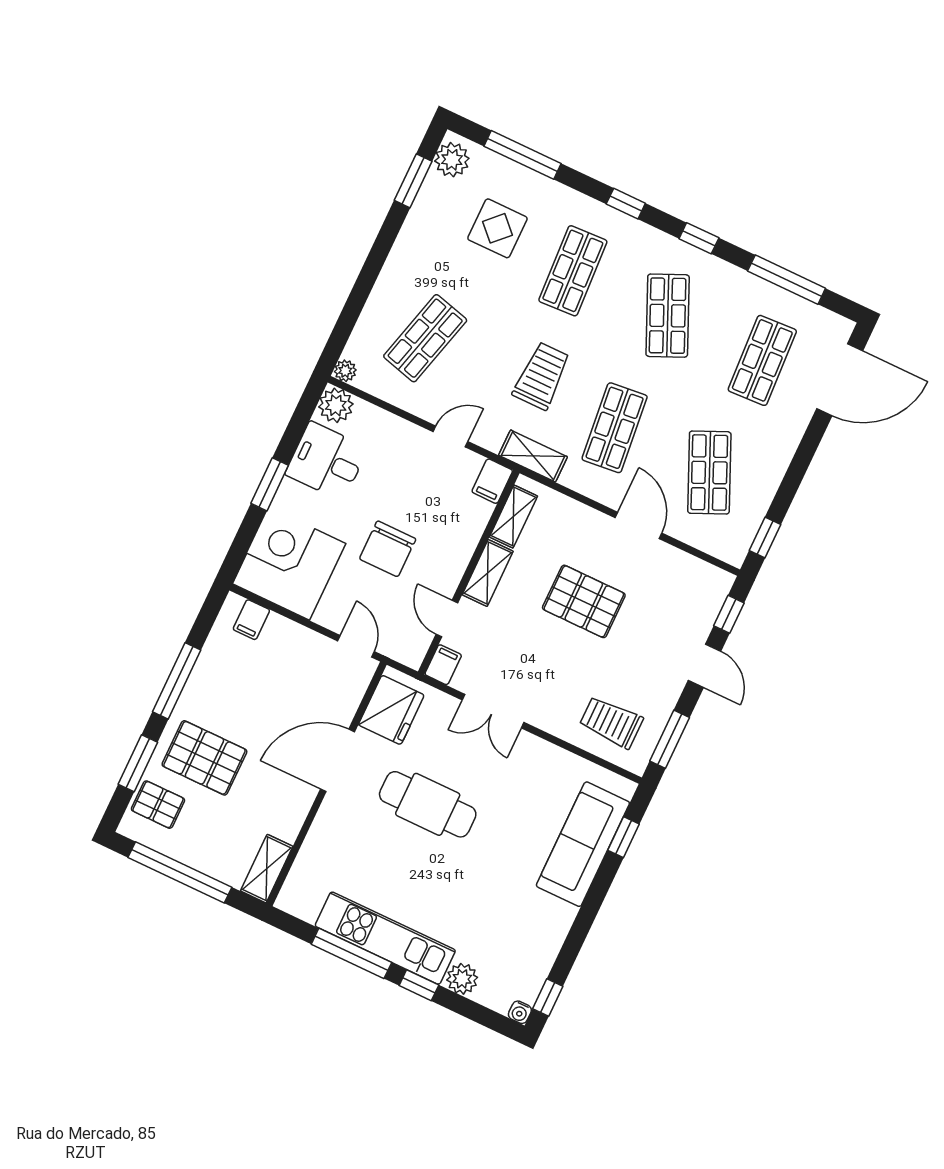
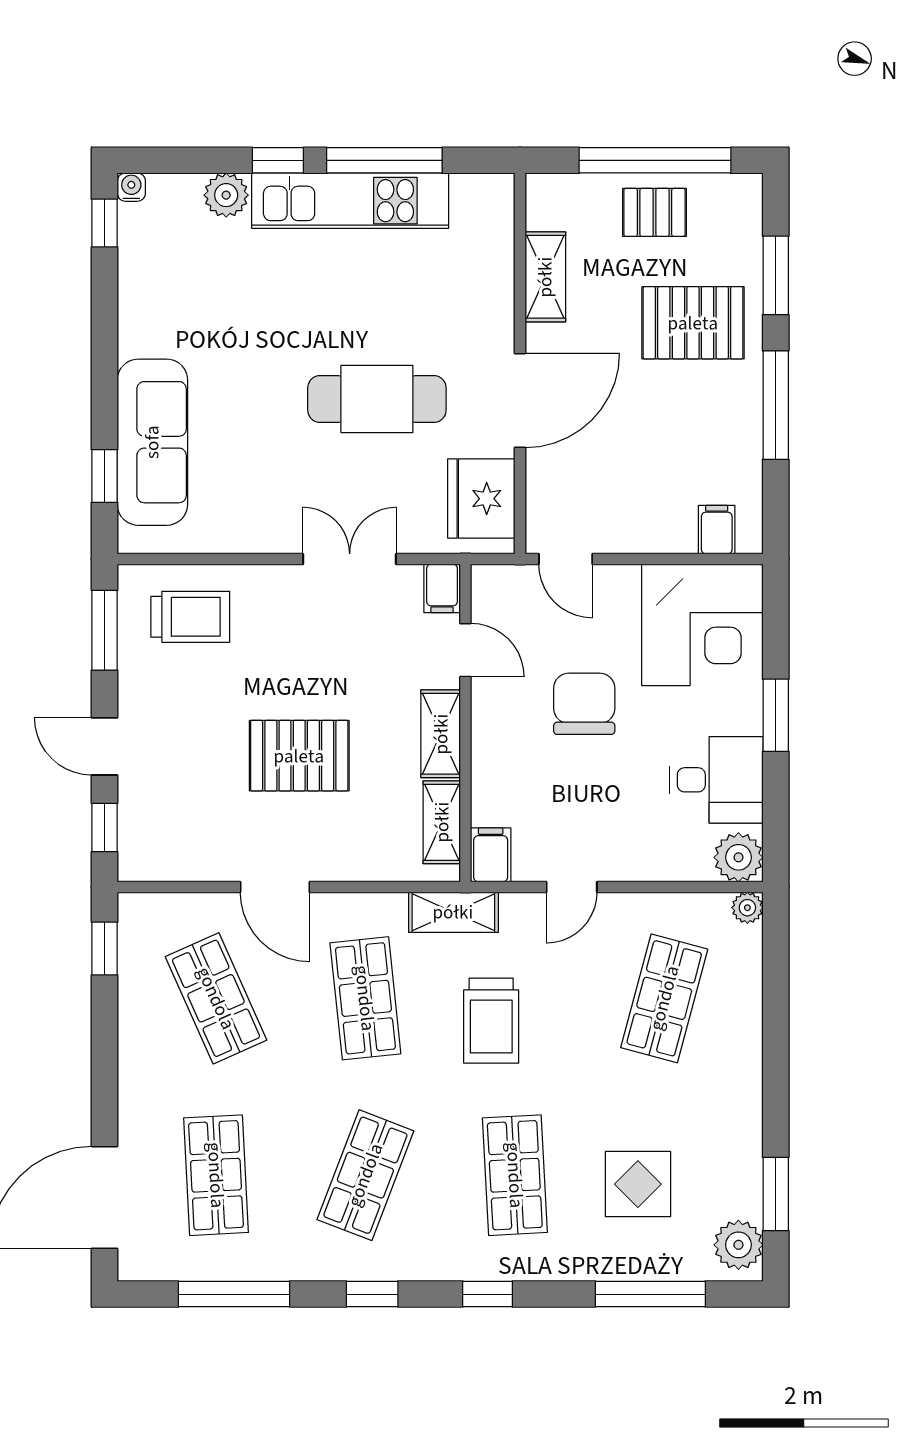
shop shelf: (668, 316) -> (365, 1175), turned 45
pallet: (158, 805) -> (654, 212), moved
shelving: (267, 869) -> (545, 277), moved

